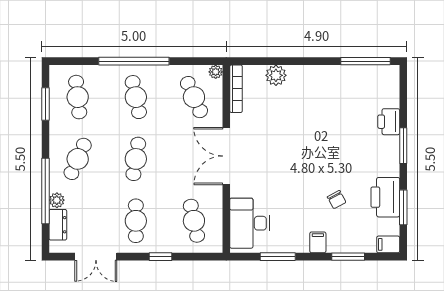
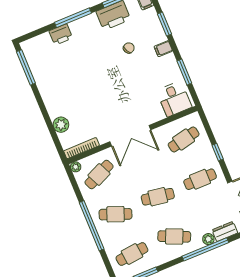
cafe table: (136, 97) -> (116, 214), turned 33
window: (403, 146) -> (73, 18), width x1.44
desk: (250, 223) -> (174, 99), width x0.73

